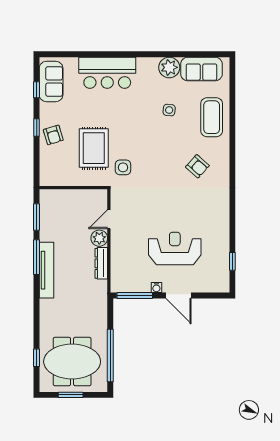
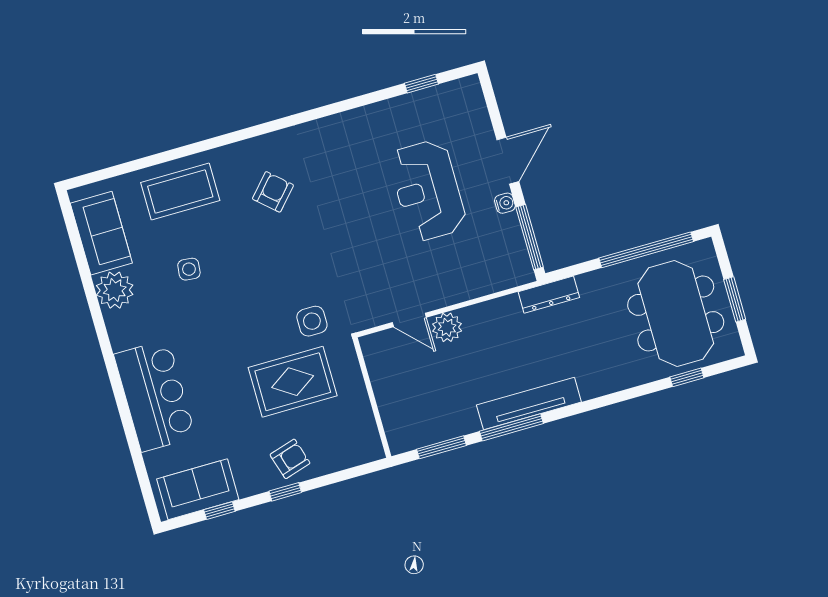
dresser: (101, 263) -> (549, 295), moved

